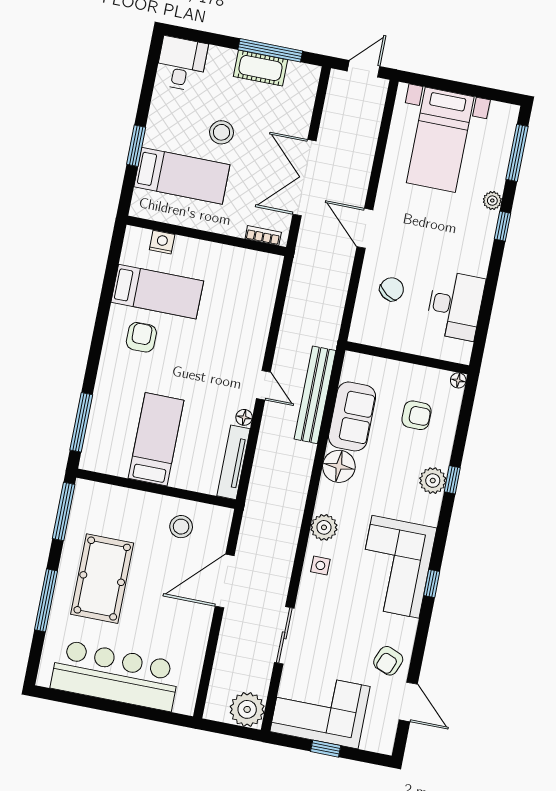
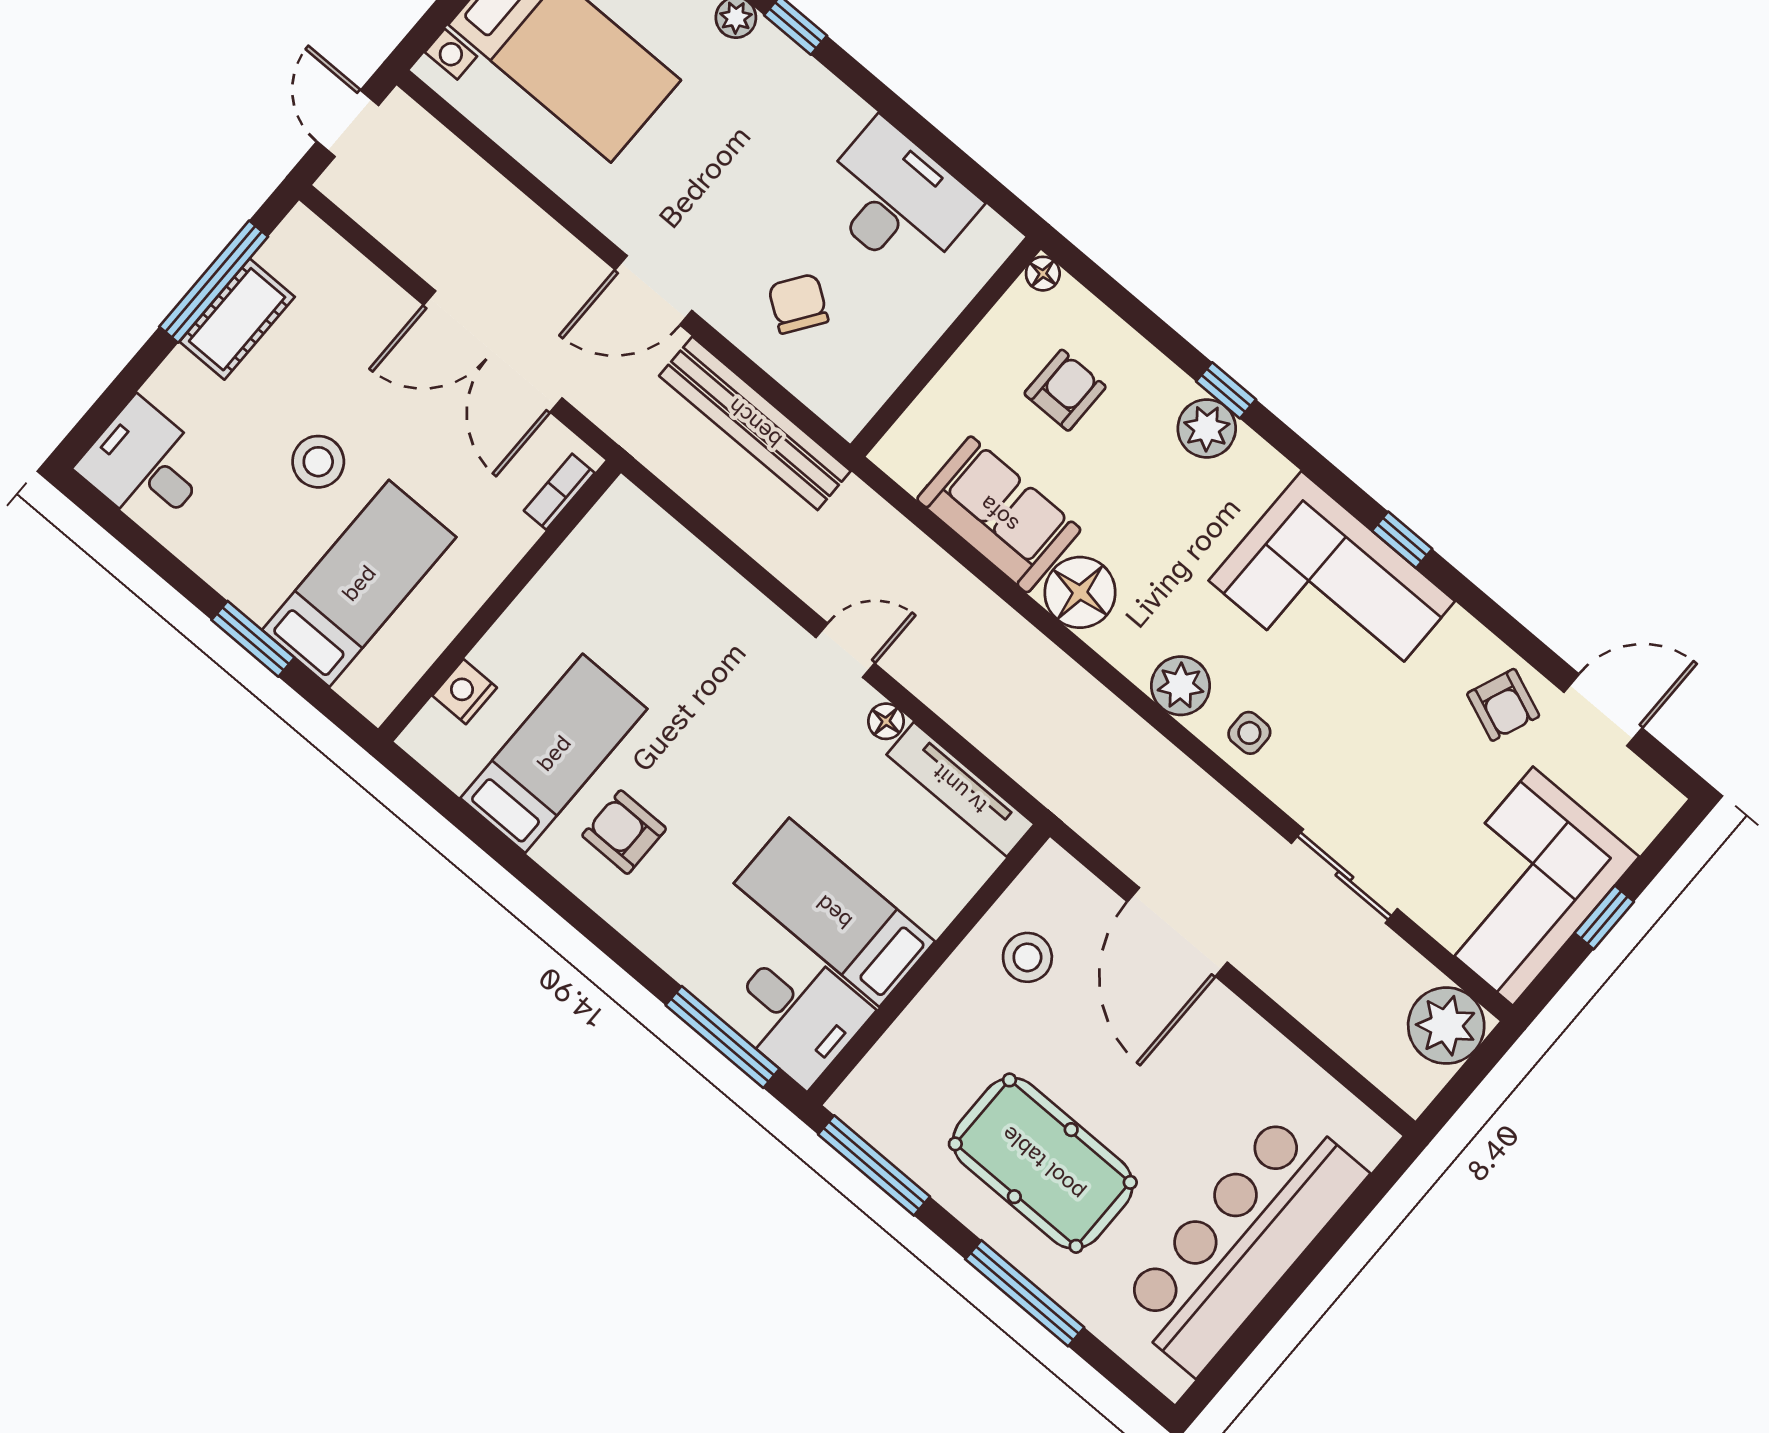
bench: (315, 395) -> (755, 423), moved
desk: (107, 447) -> (798, 1014), added

